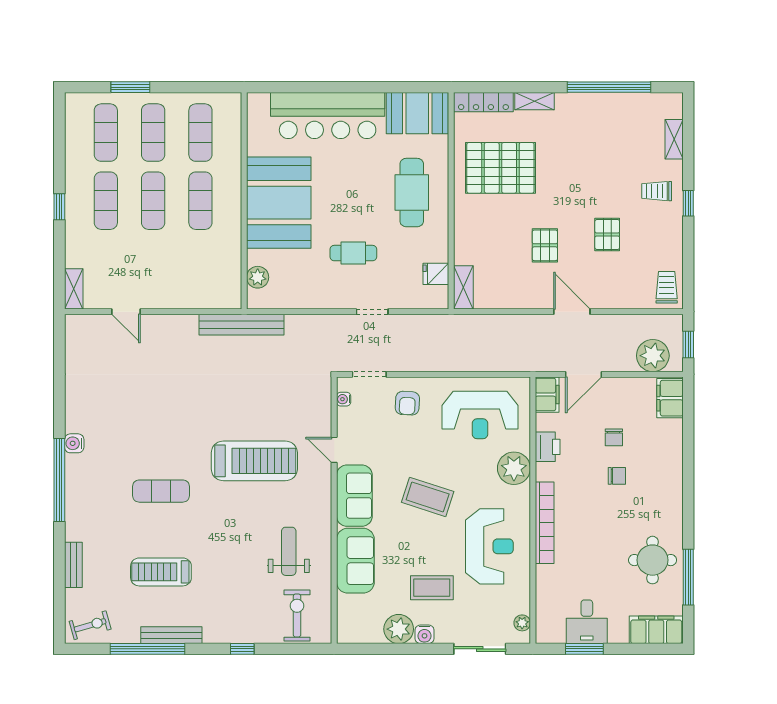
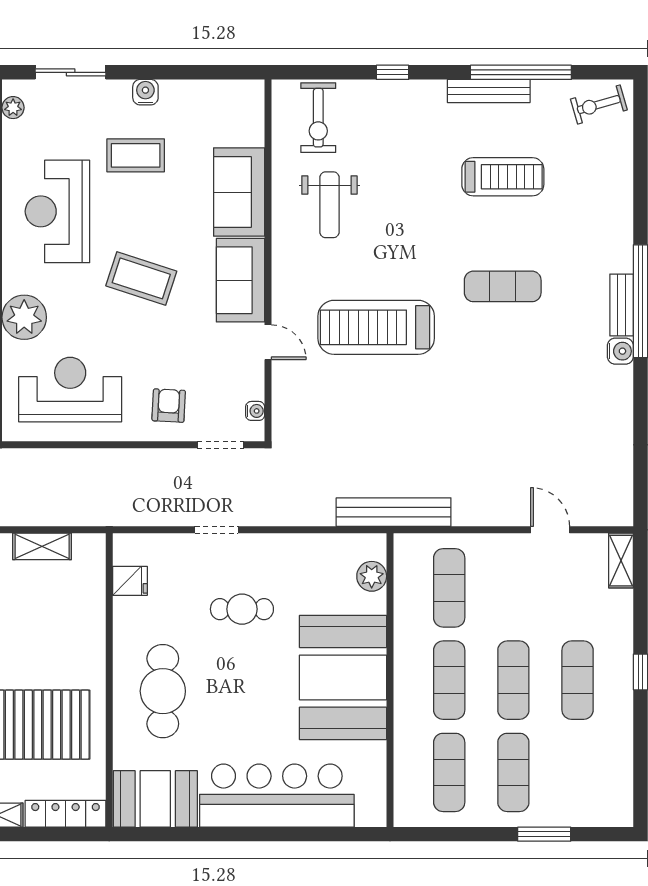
exercise mat: (106, 133) -> (449, 588), moved
shelving: (463, 287) -> (42, 546), moved, turned 90
bench: (73, 565) -> (622, 305), moved
plant: (399, 629) -> (180, 99), removed

